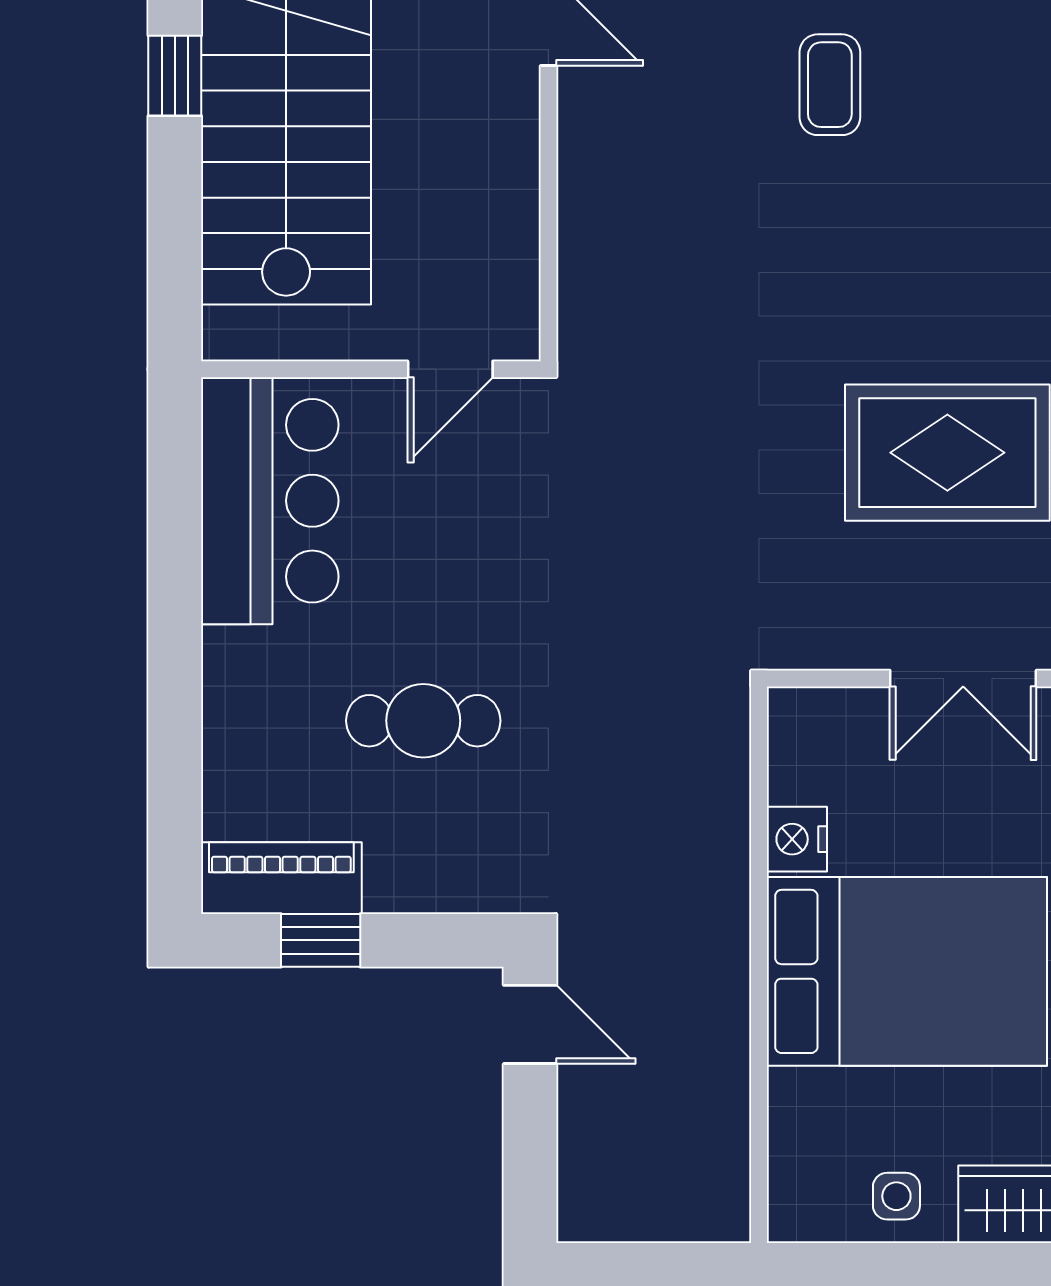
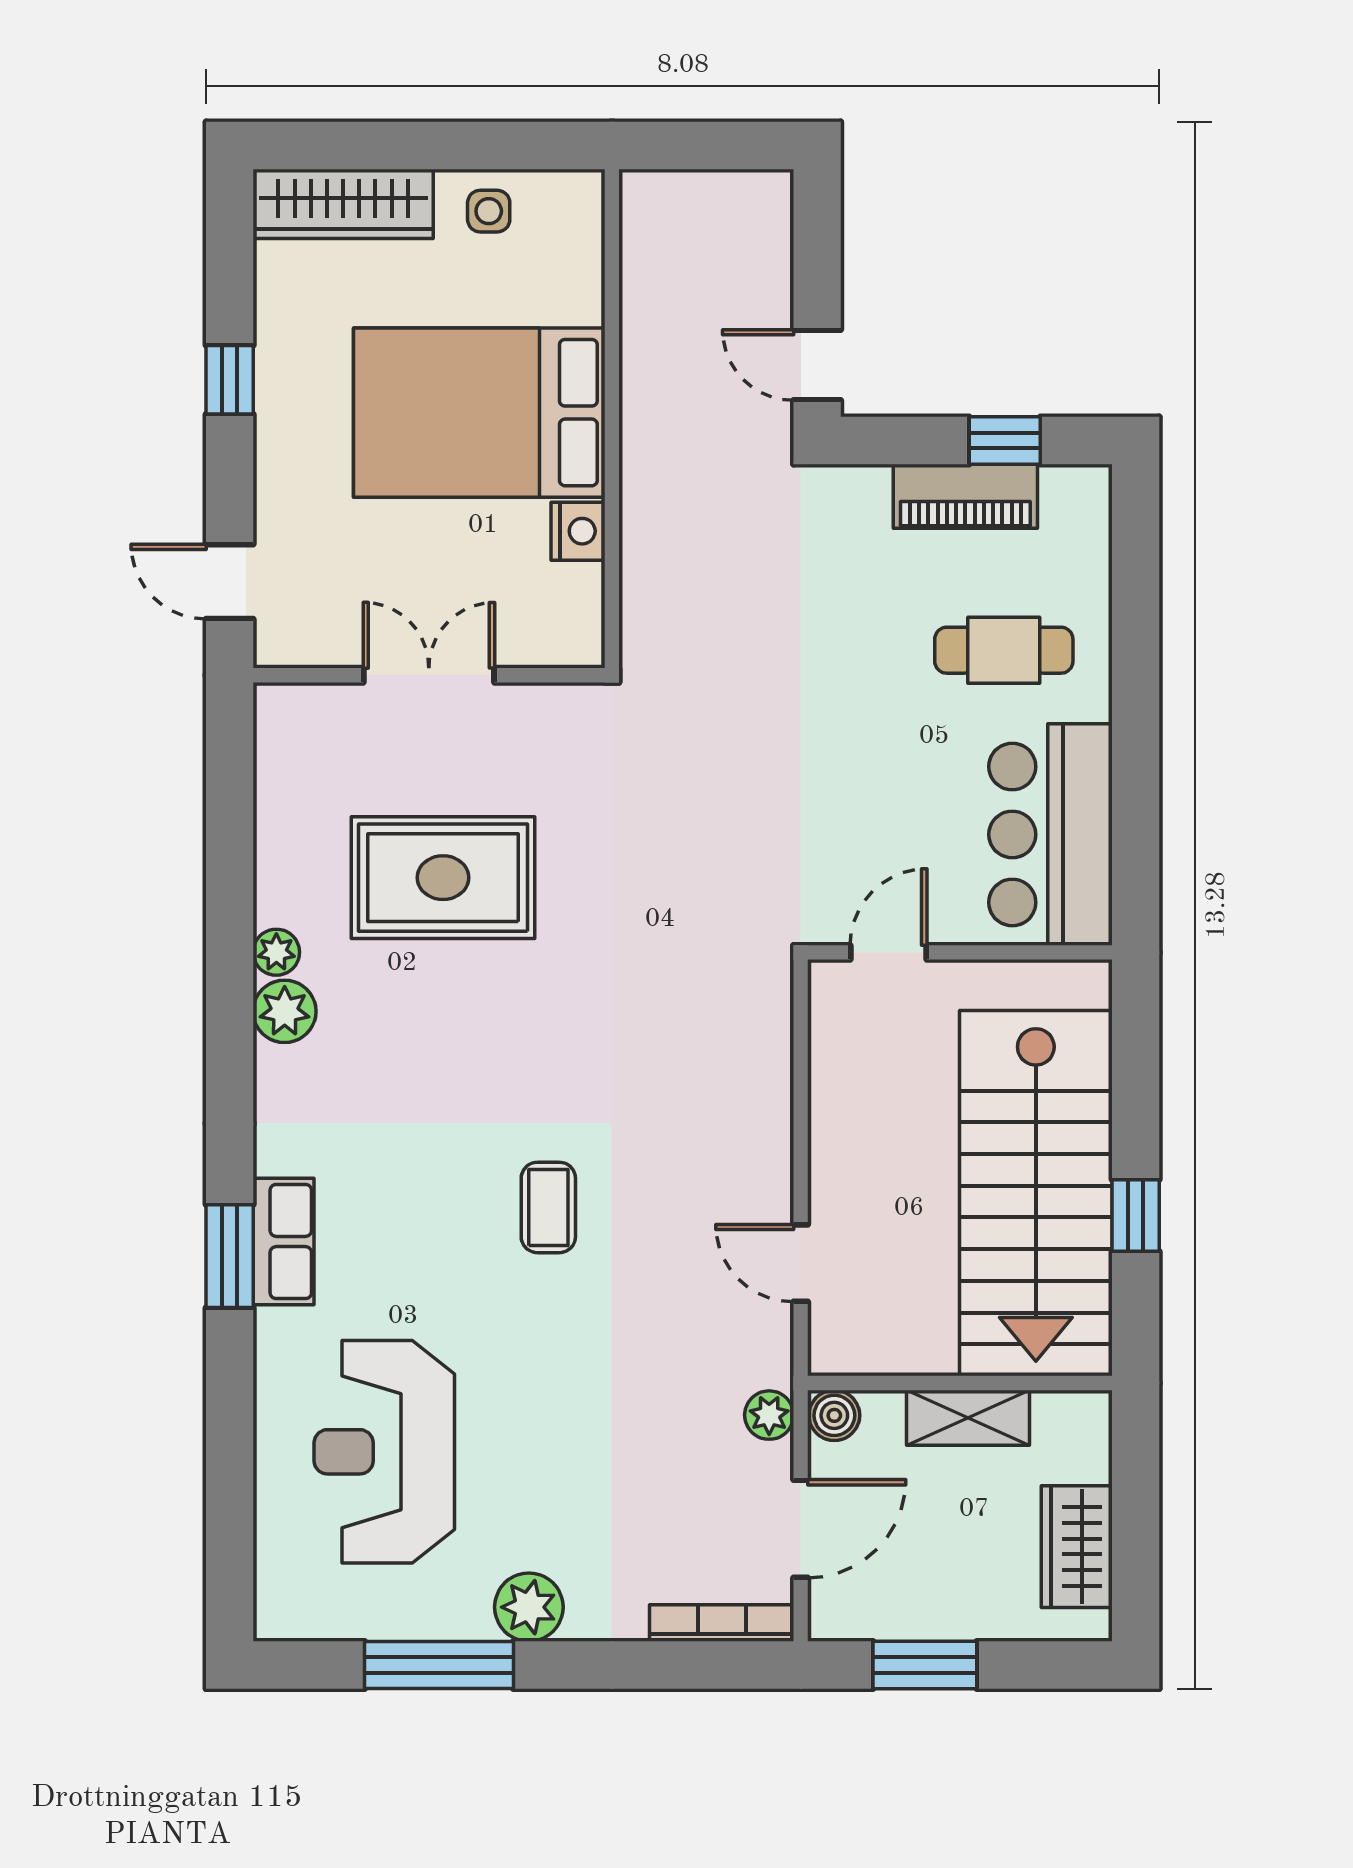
cafe table: (423, 721) -> (1004, 650), moved
piano: (281, 878) -> (965, 496), moved

